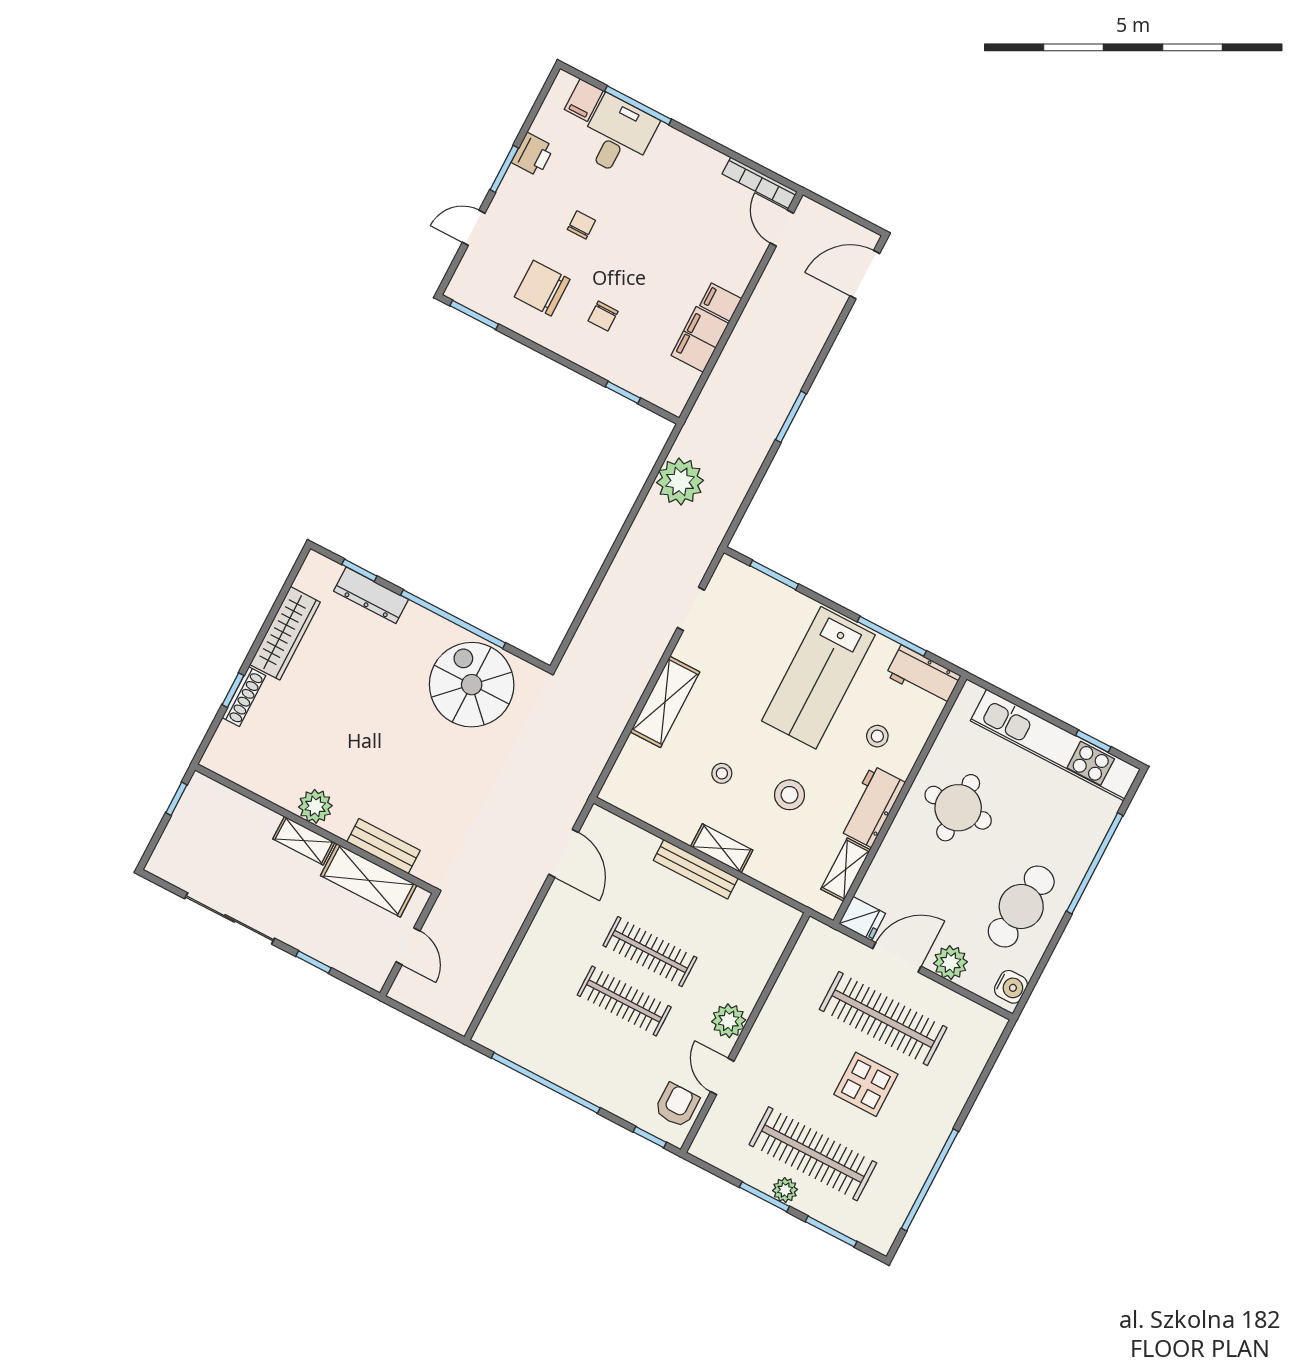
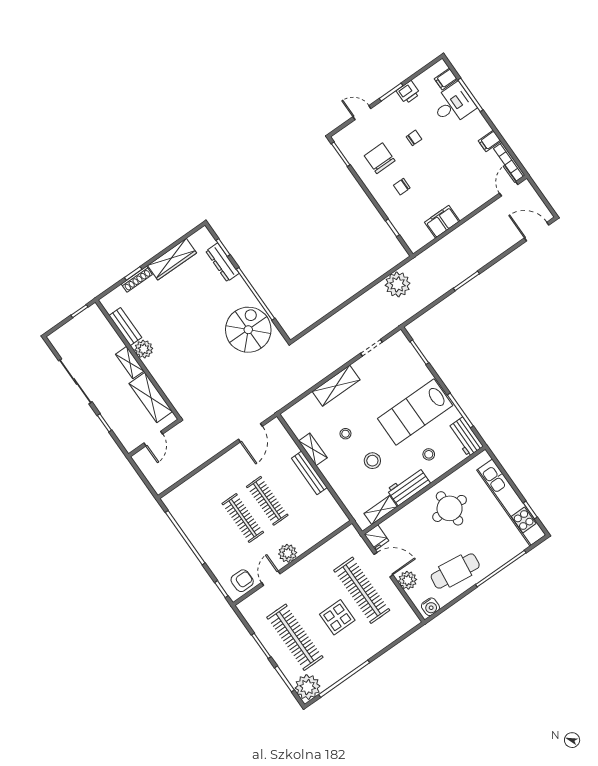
filing cabinet: (721, 302) -> (490, 141), moved, turned -90
bench: (383, 846) -> (125, 327), moved
shelving: (722, 848) -> (313, 449), moved
plant: (785, 1190) -> (308, 687), moved, width x1.87, depth x1.87

